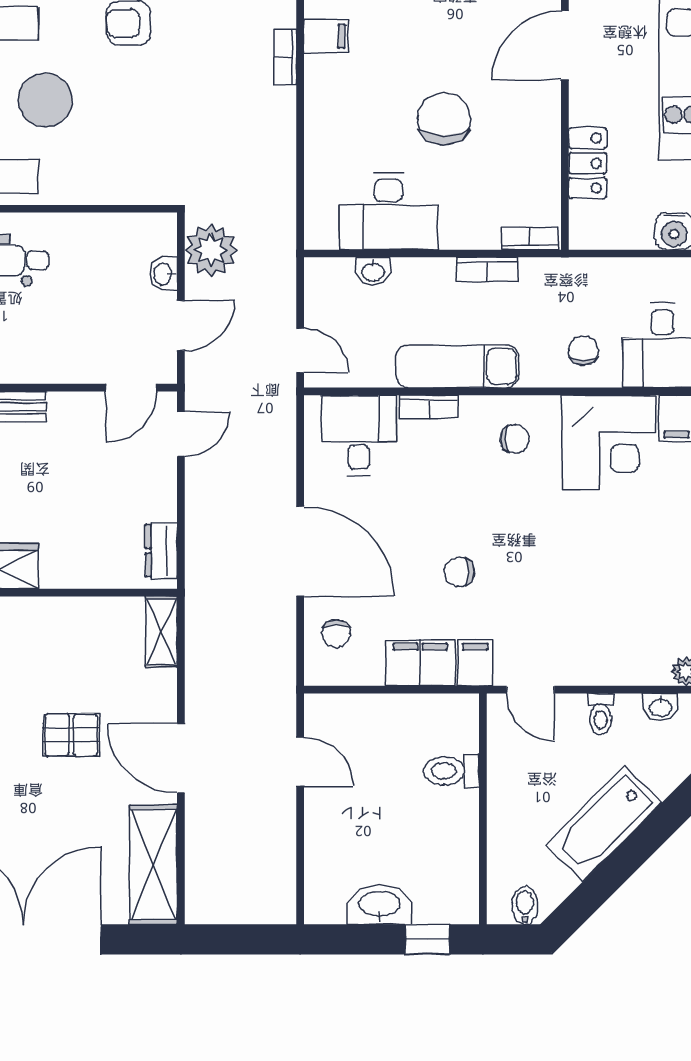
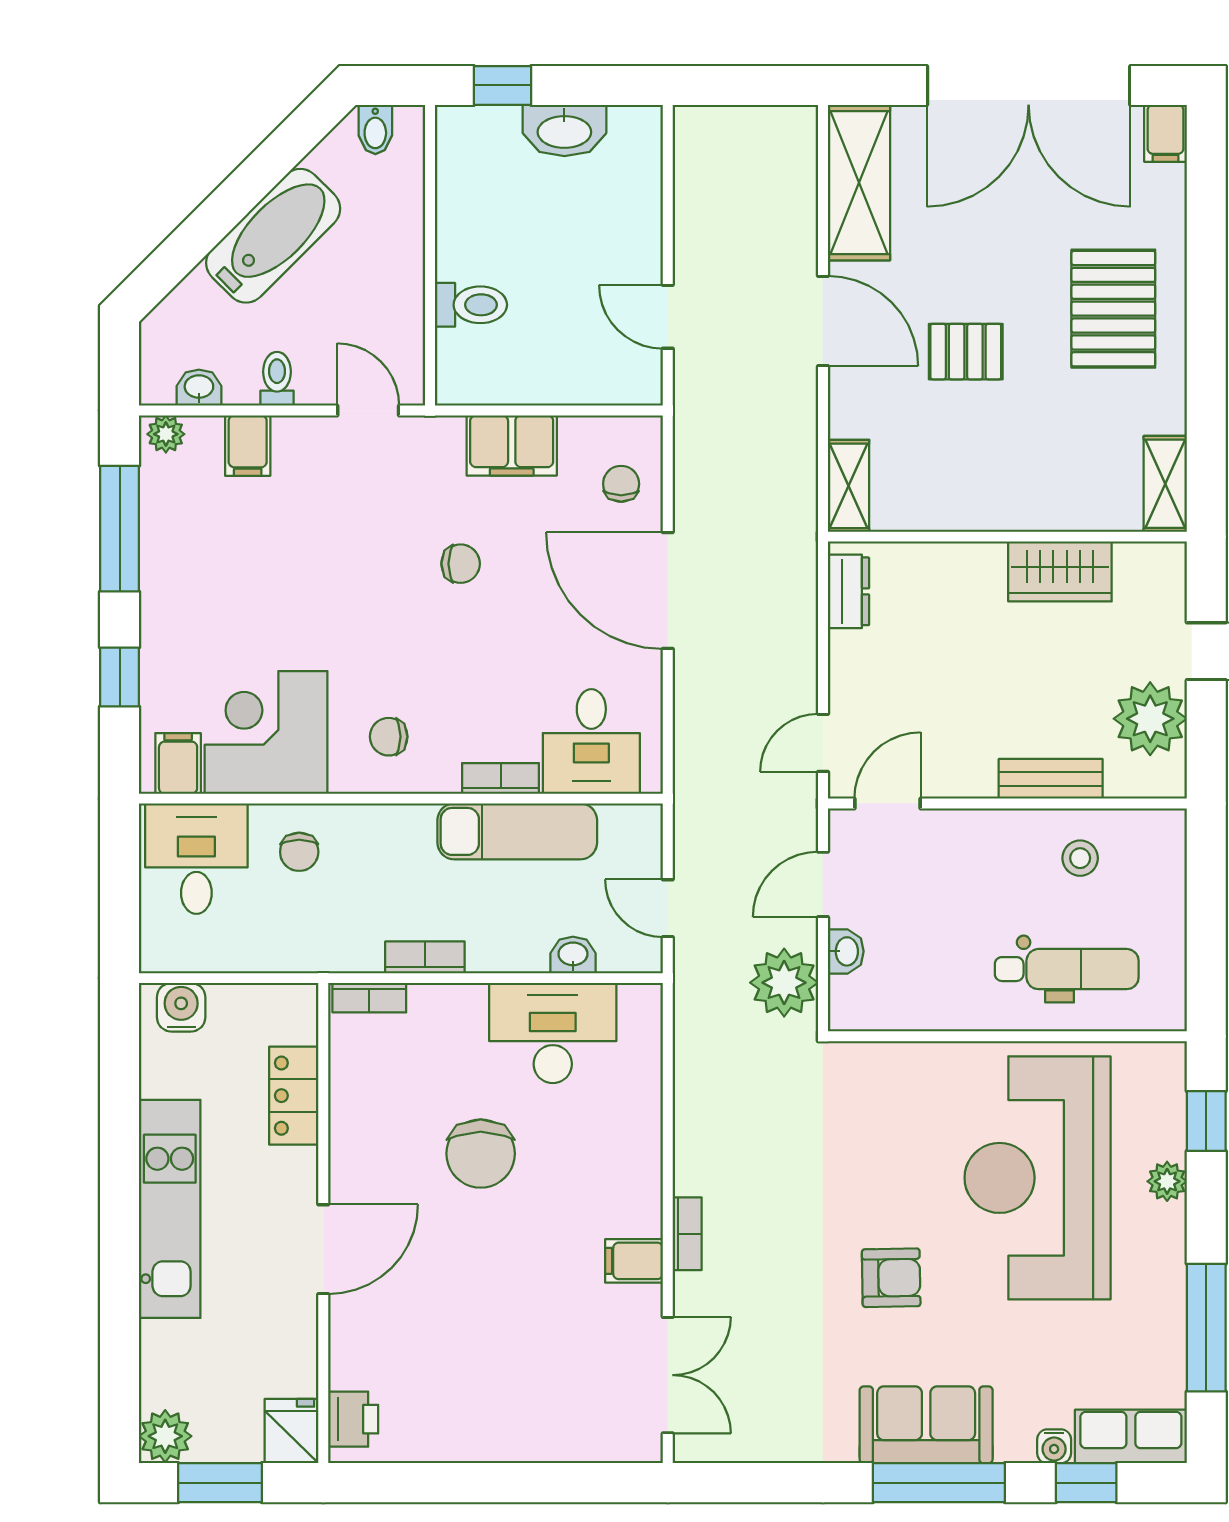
door: (300, 350) -> (668, 908), moved
exam couch: (457, 366) -> (517, 831), moved
filing cabinet: (475, 663) -> (248, 446), moved

